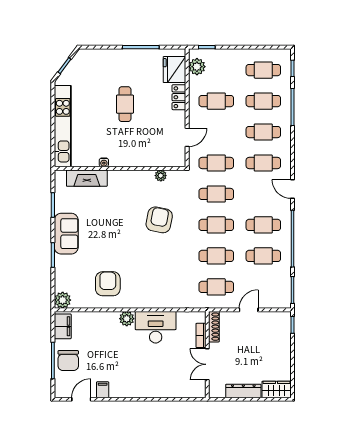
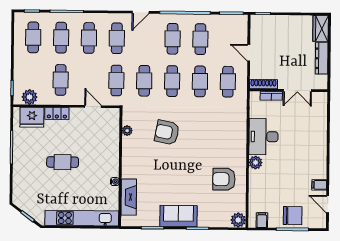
filing cabinet: (63, 326) -> (262, 220), width x0.50

